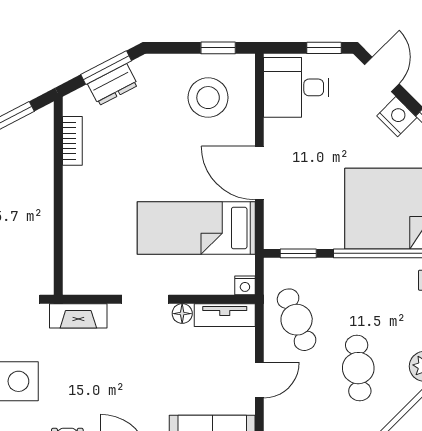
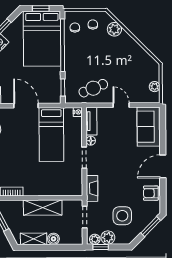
door: (259, 173) -> (26, 106), swing flipped
shelving: (37, 208) -> (43, 208), added
cafe table: (358, 368) -> (115, 60), removed

